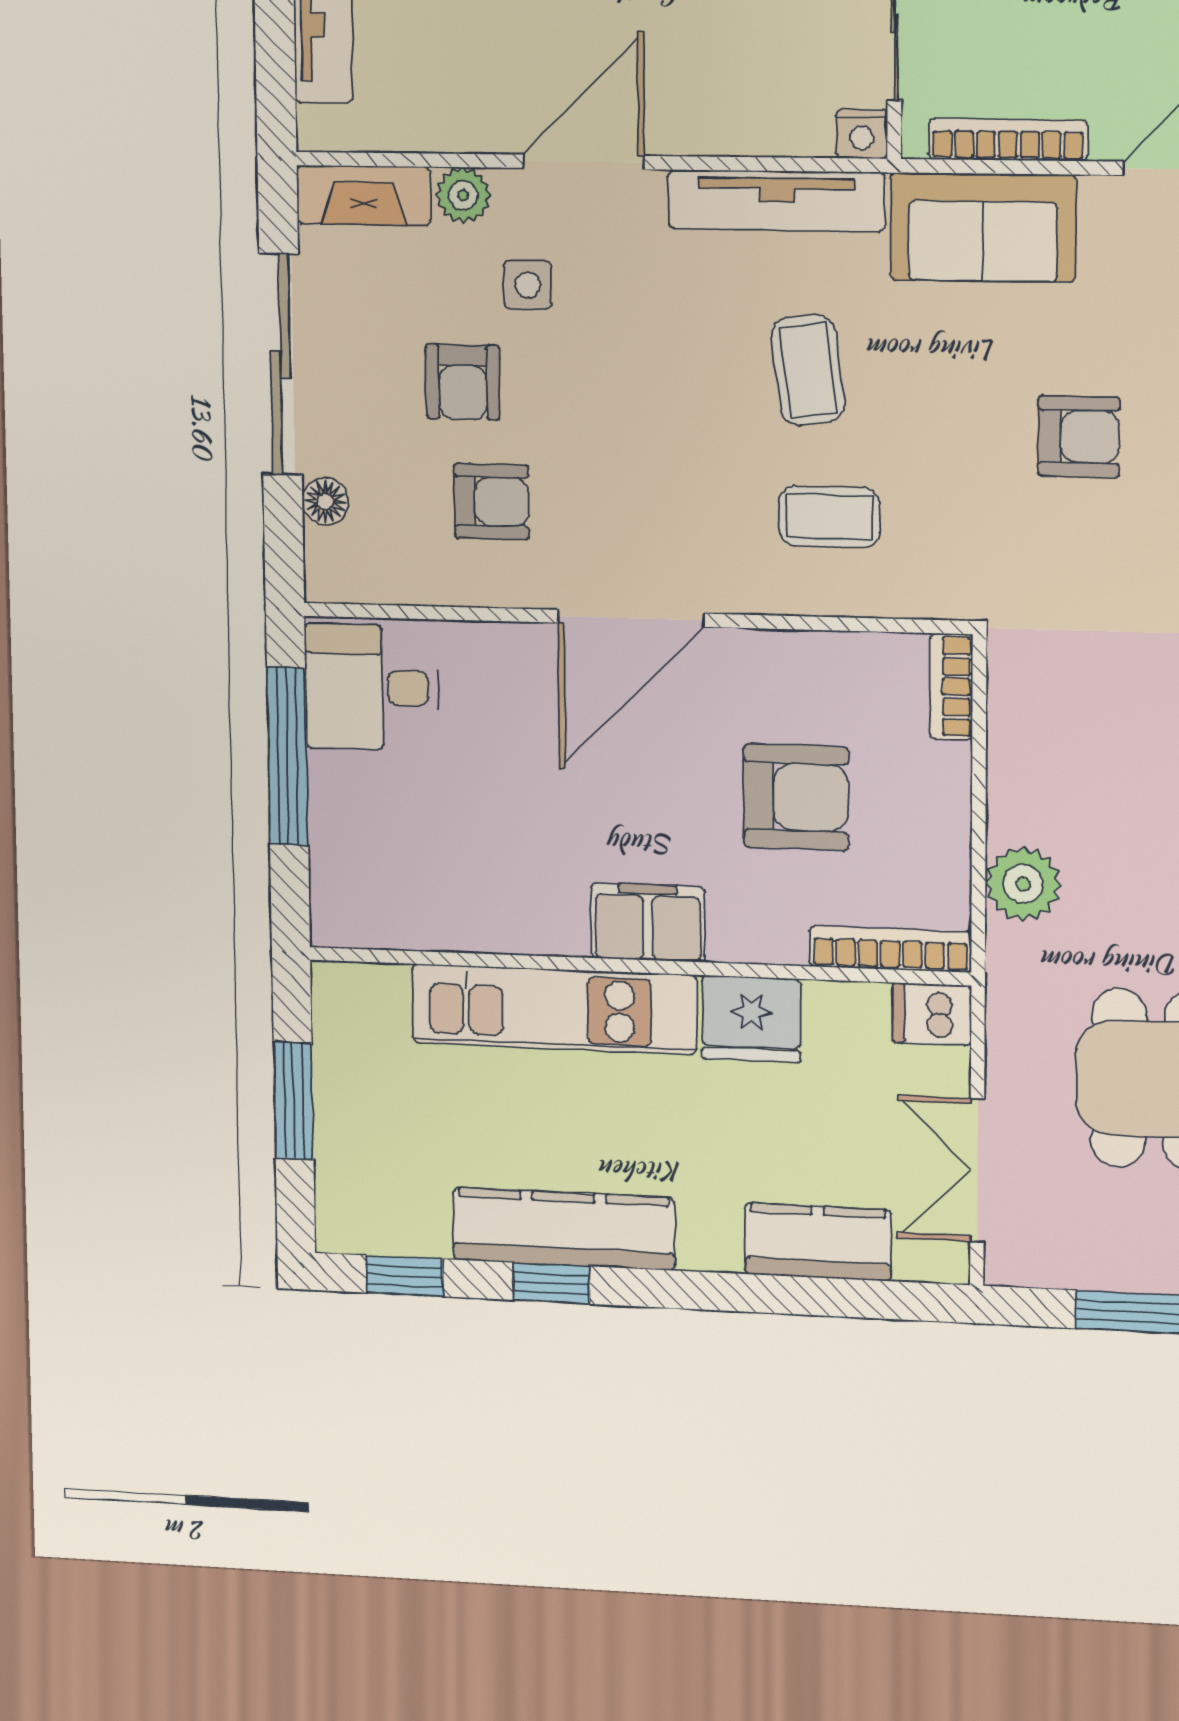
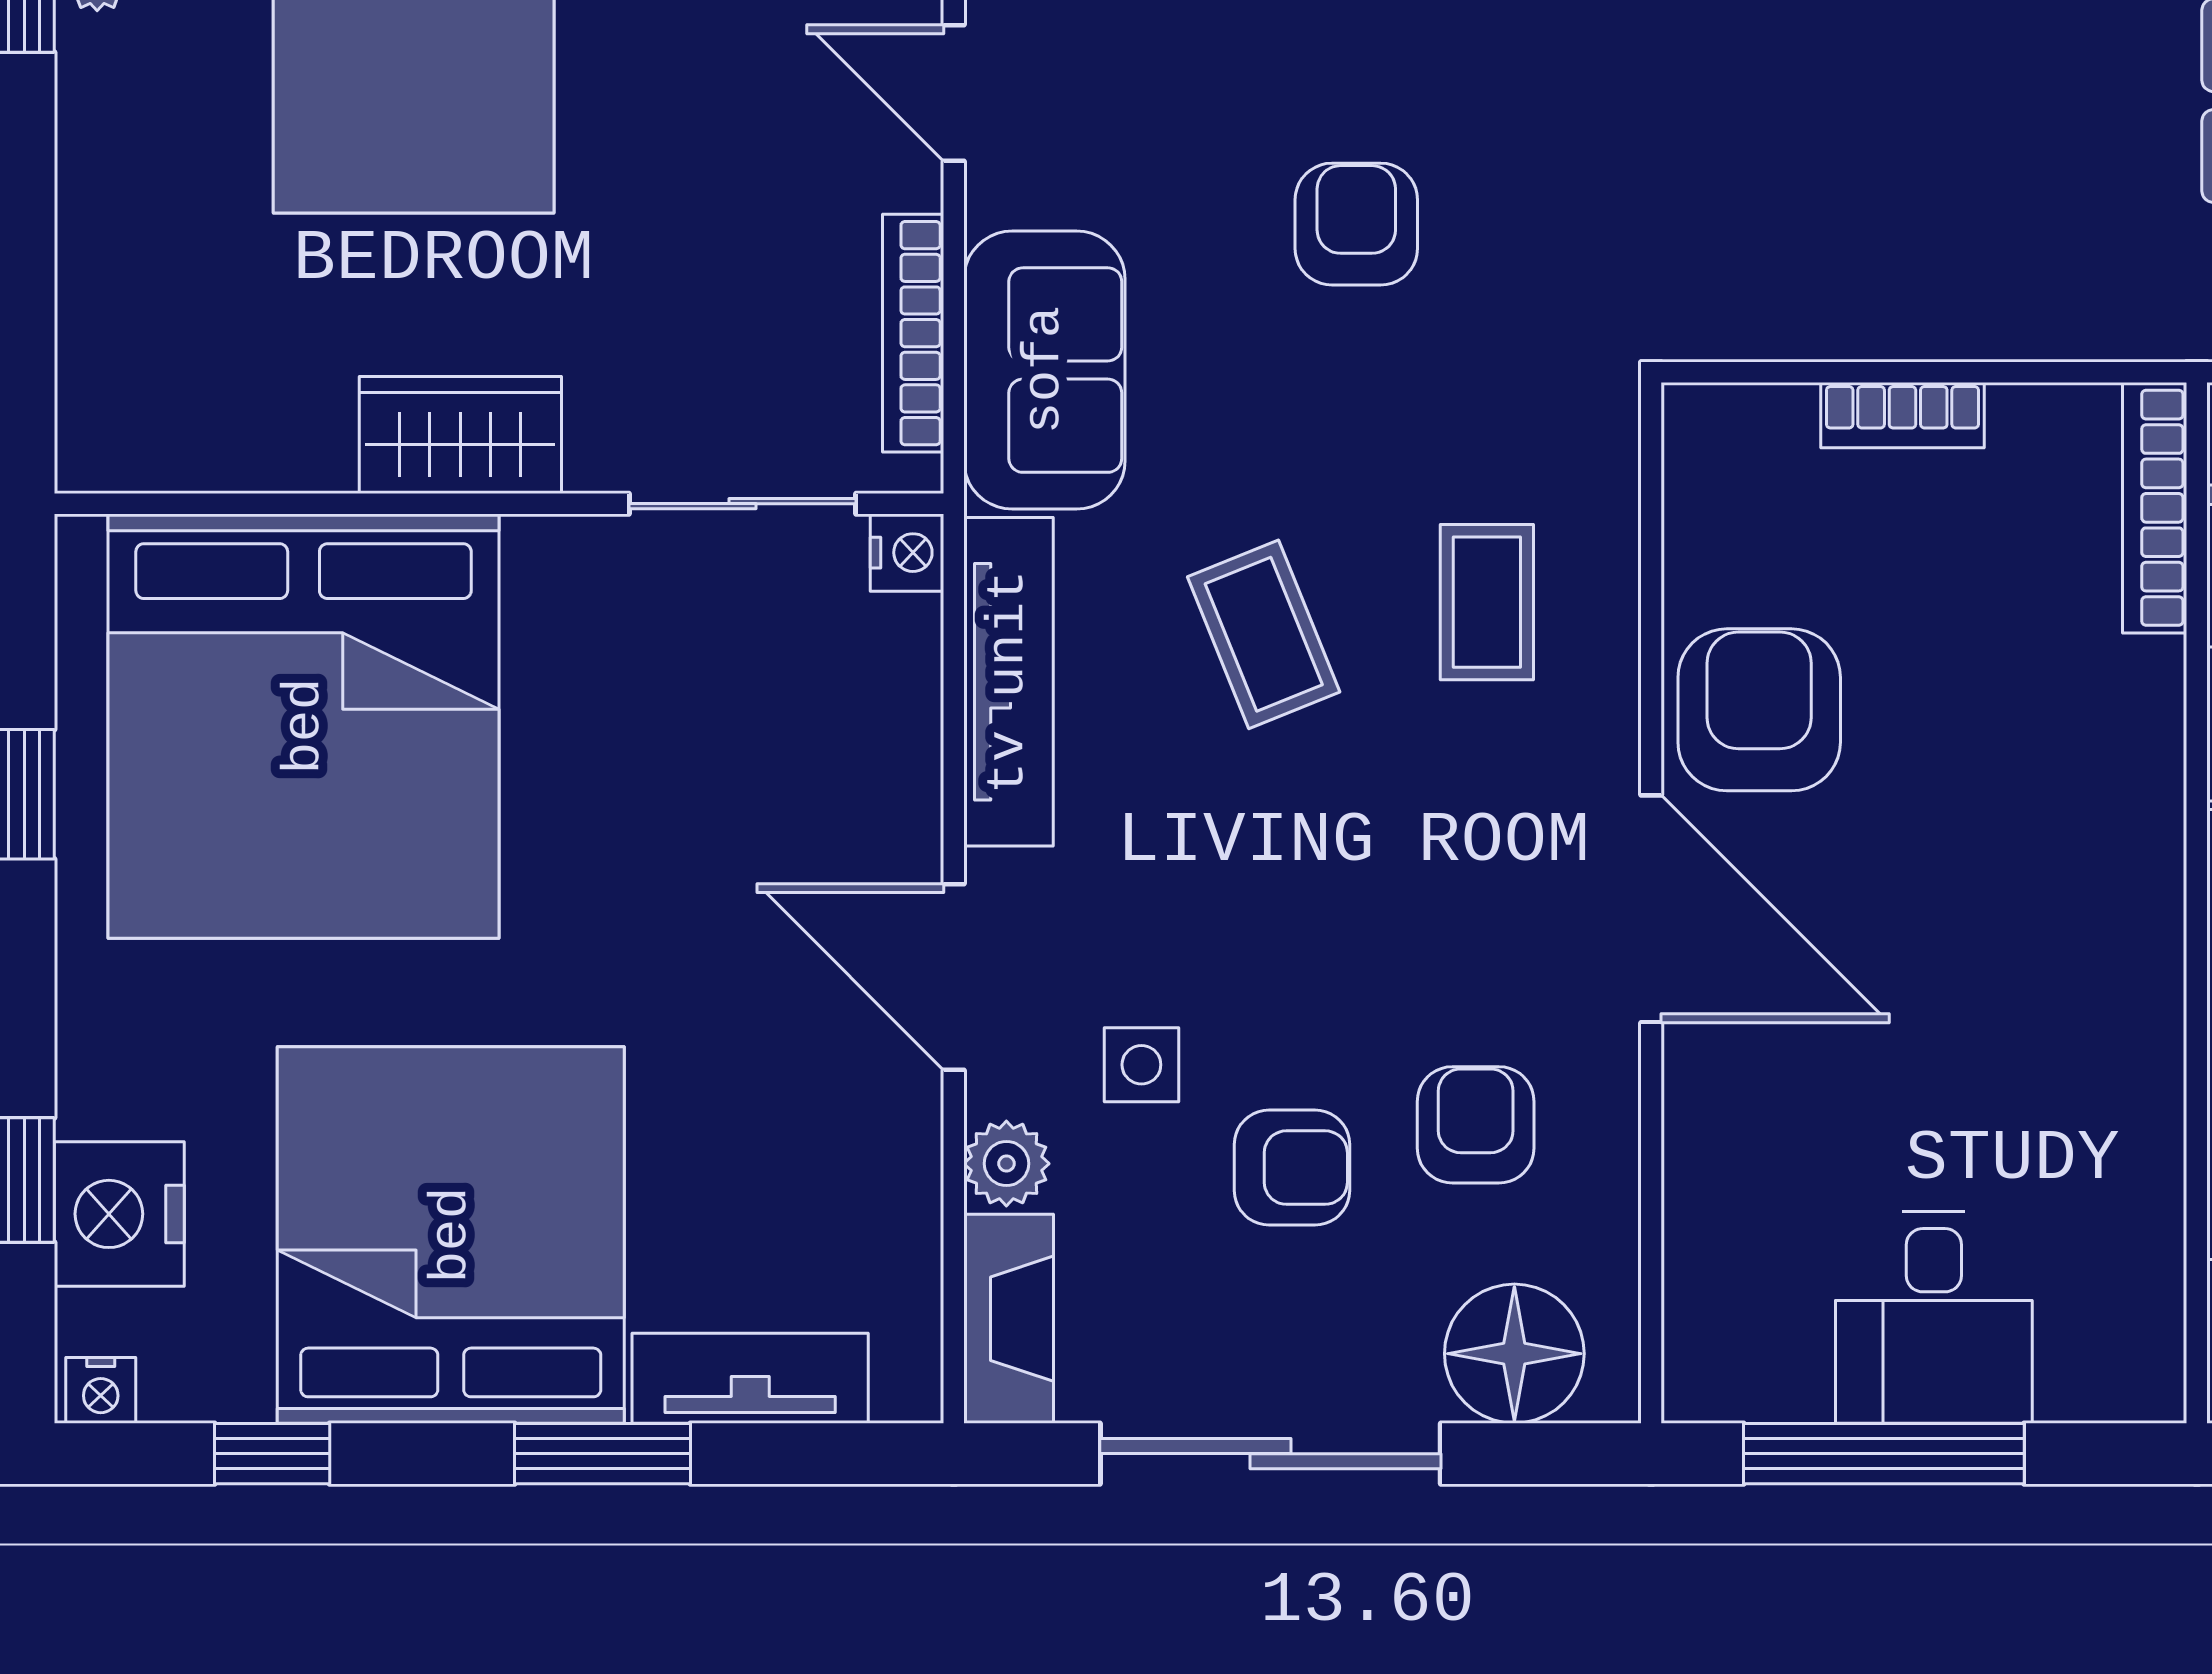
coffee table: (808, 370) -> (1264, 634), turned 75
floor lamp: (325, 501) -> (1514, 1354), width x1.89, depth x1.89
desk: (372, 687) -> (1934, 1317), moved
bookcase: (951, 687) -> (1902, 415), moved
armchair: (796, 797) -> (1759, 710), moved
plant: (1023, 884) -> (2045, 304), removed
filing cabinet: (648, 923) -> (2127, 885), removed

